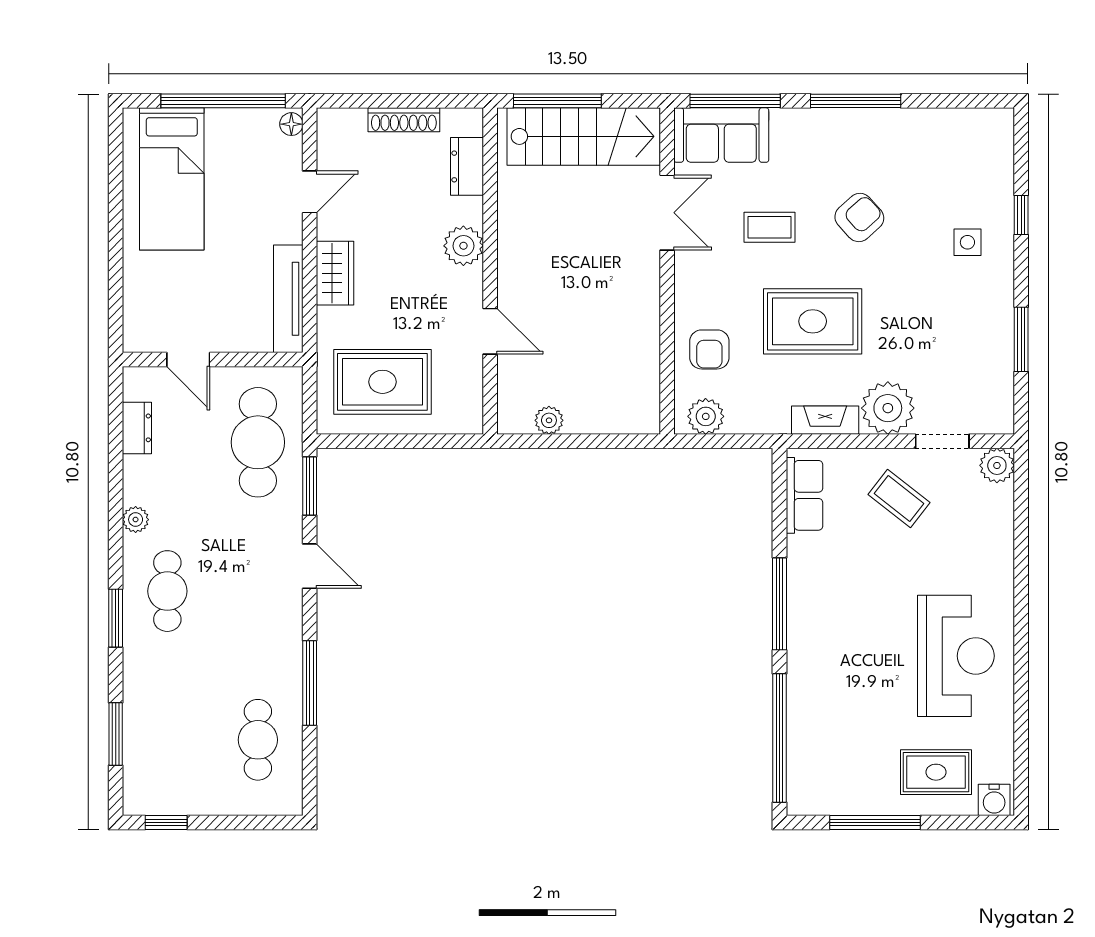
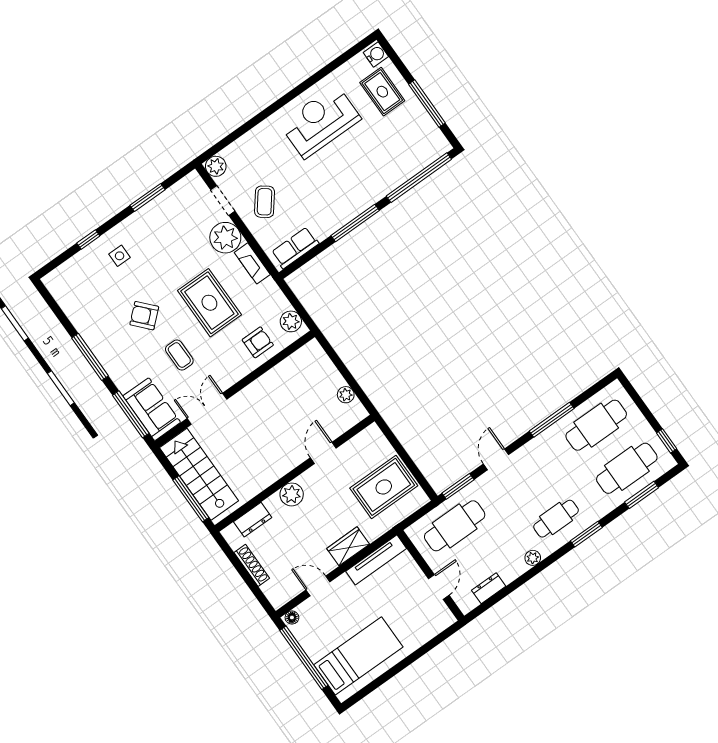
rug: (382, 382) -> (384, 487), turned 90
cafe table: (167, 740) -> (627, 468), added
cafe table: (258, 740) -> (596, 425), width x1.37, depth x1.35

